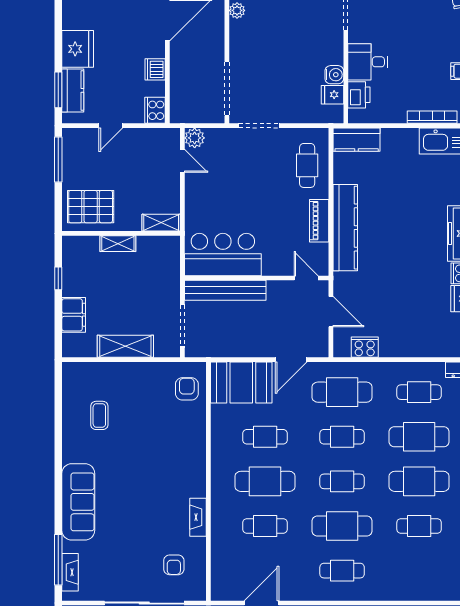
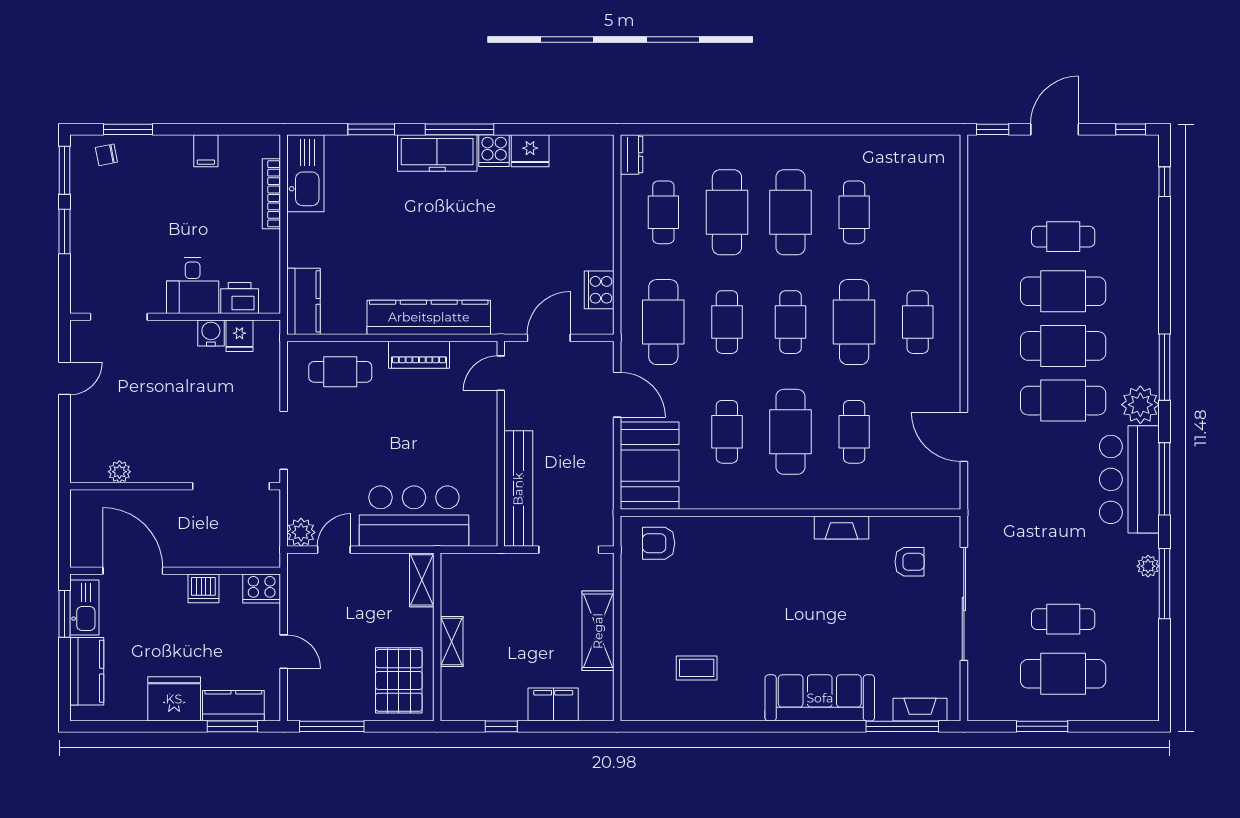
bar counter: (223, 255) -> (414, 516), moved, turned 90

